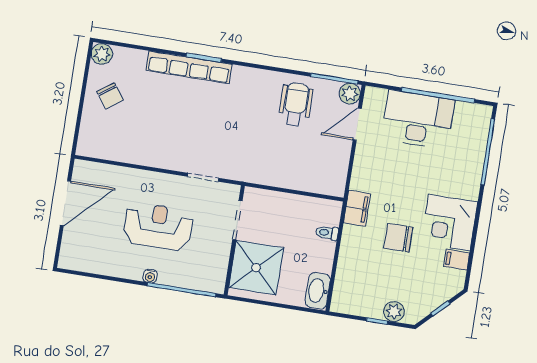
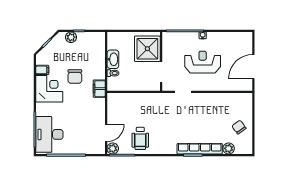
plant: (102, 54) -> (229, 148), moved
desk: (418, 119) -> (49, 134), moved, turned 90
reception desk: (158, 227) -> (203, 62), turned 180
chair: (398, 238) -> (75, 77), turned 90
washbasin: (318, 291) -> (113, 59), moved

